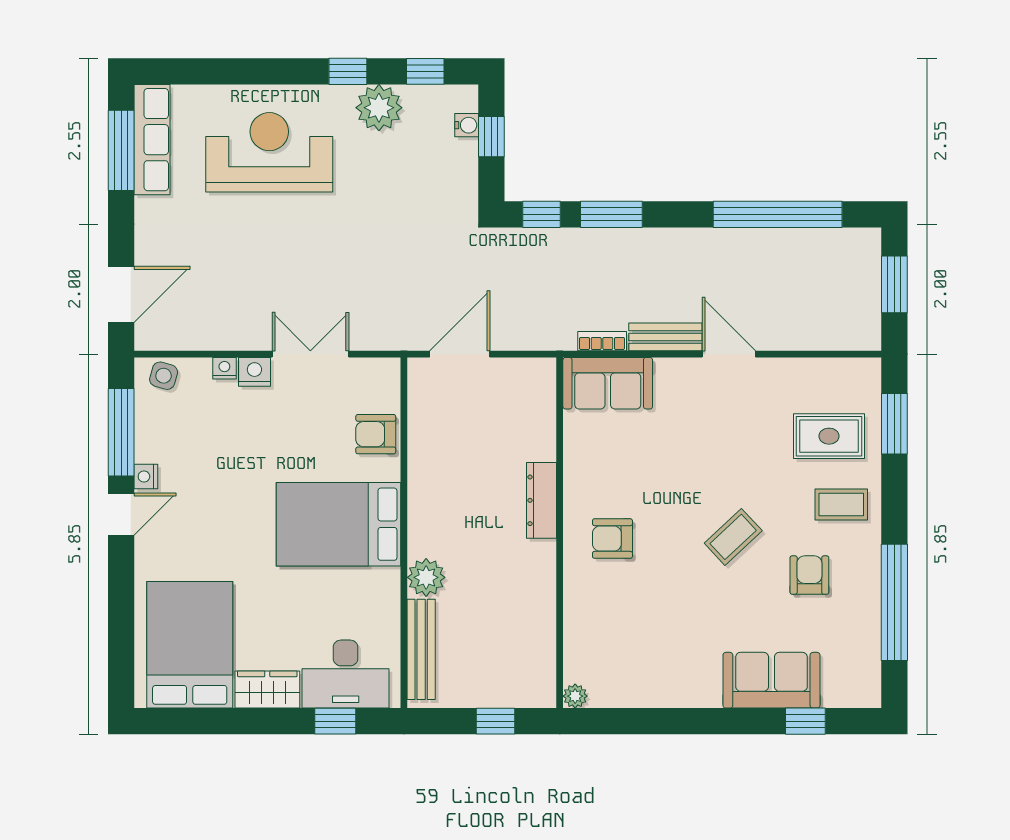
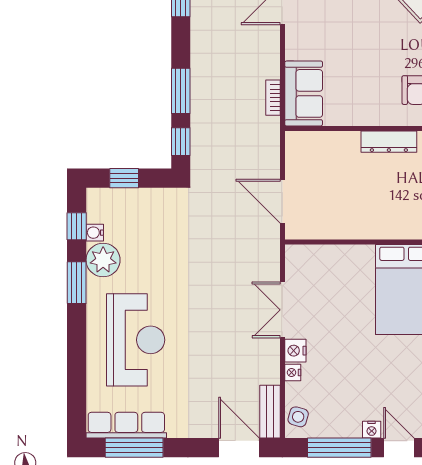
window: (348, 71) -> (77, 283), width x1.50
water cooler: (467, 125) -> (95, 233), moved, turned -90
reception desk: (269, 152) -> (136, 340), turned 180
bench: (665, 337) -> (270, 412), moved
armchair: (376, 434) -> (341, 262), removed

